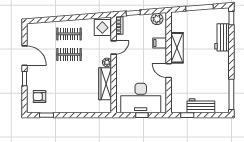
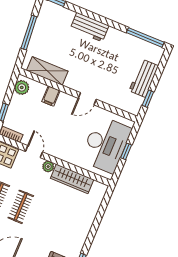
workbench: (222, 37) -> (90, 27), moved
shelving: (177, 48) -> (47, 71), moved

